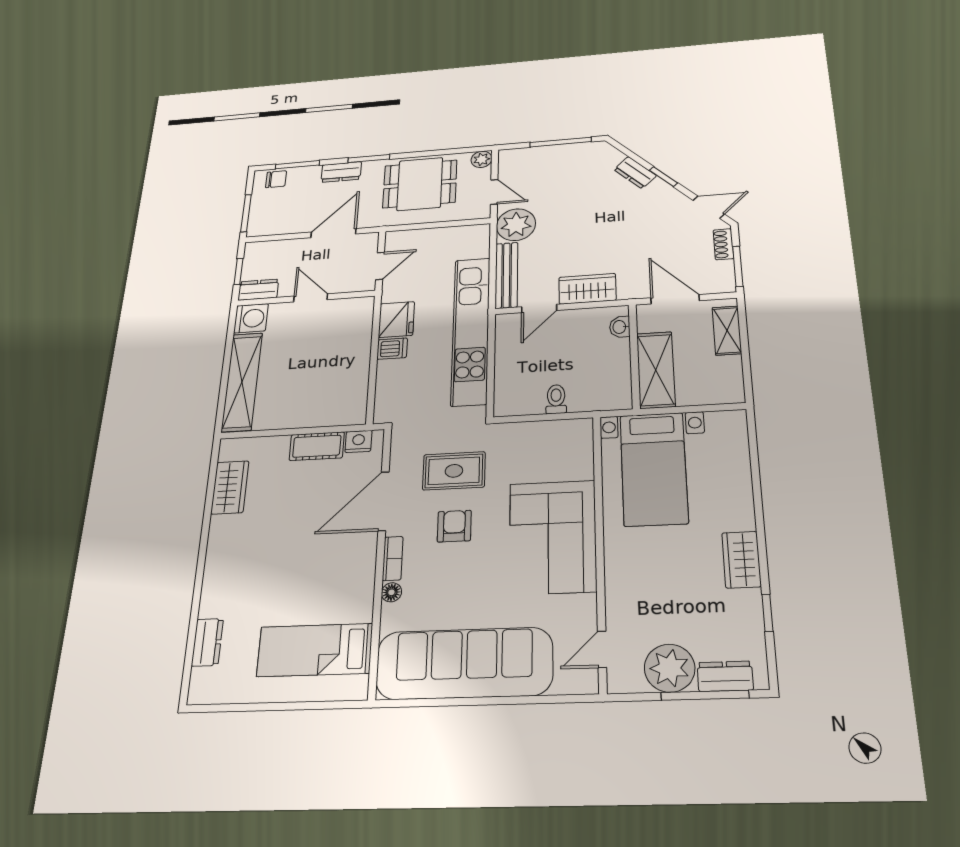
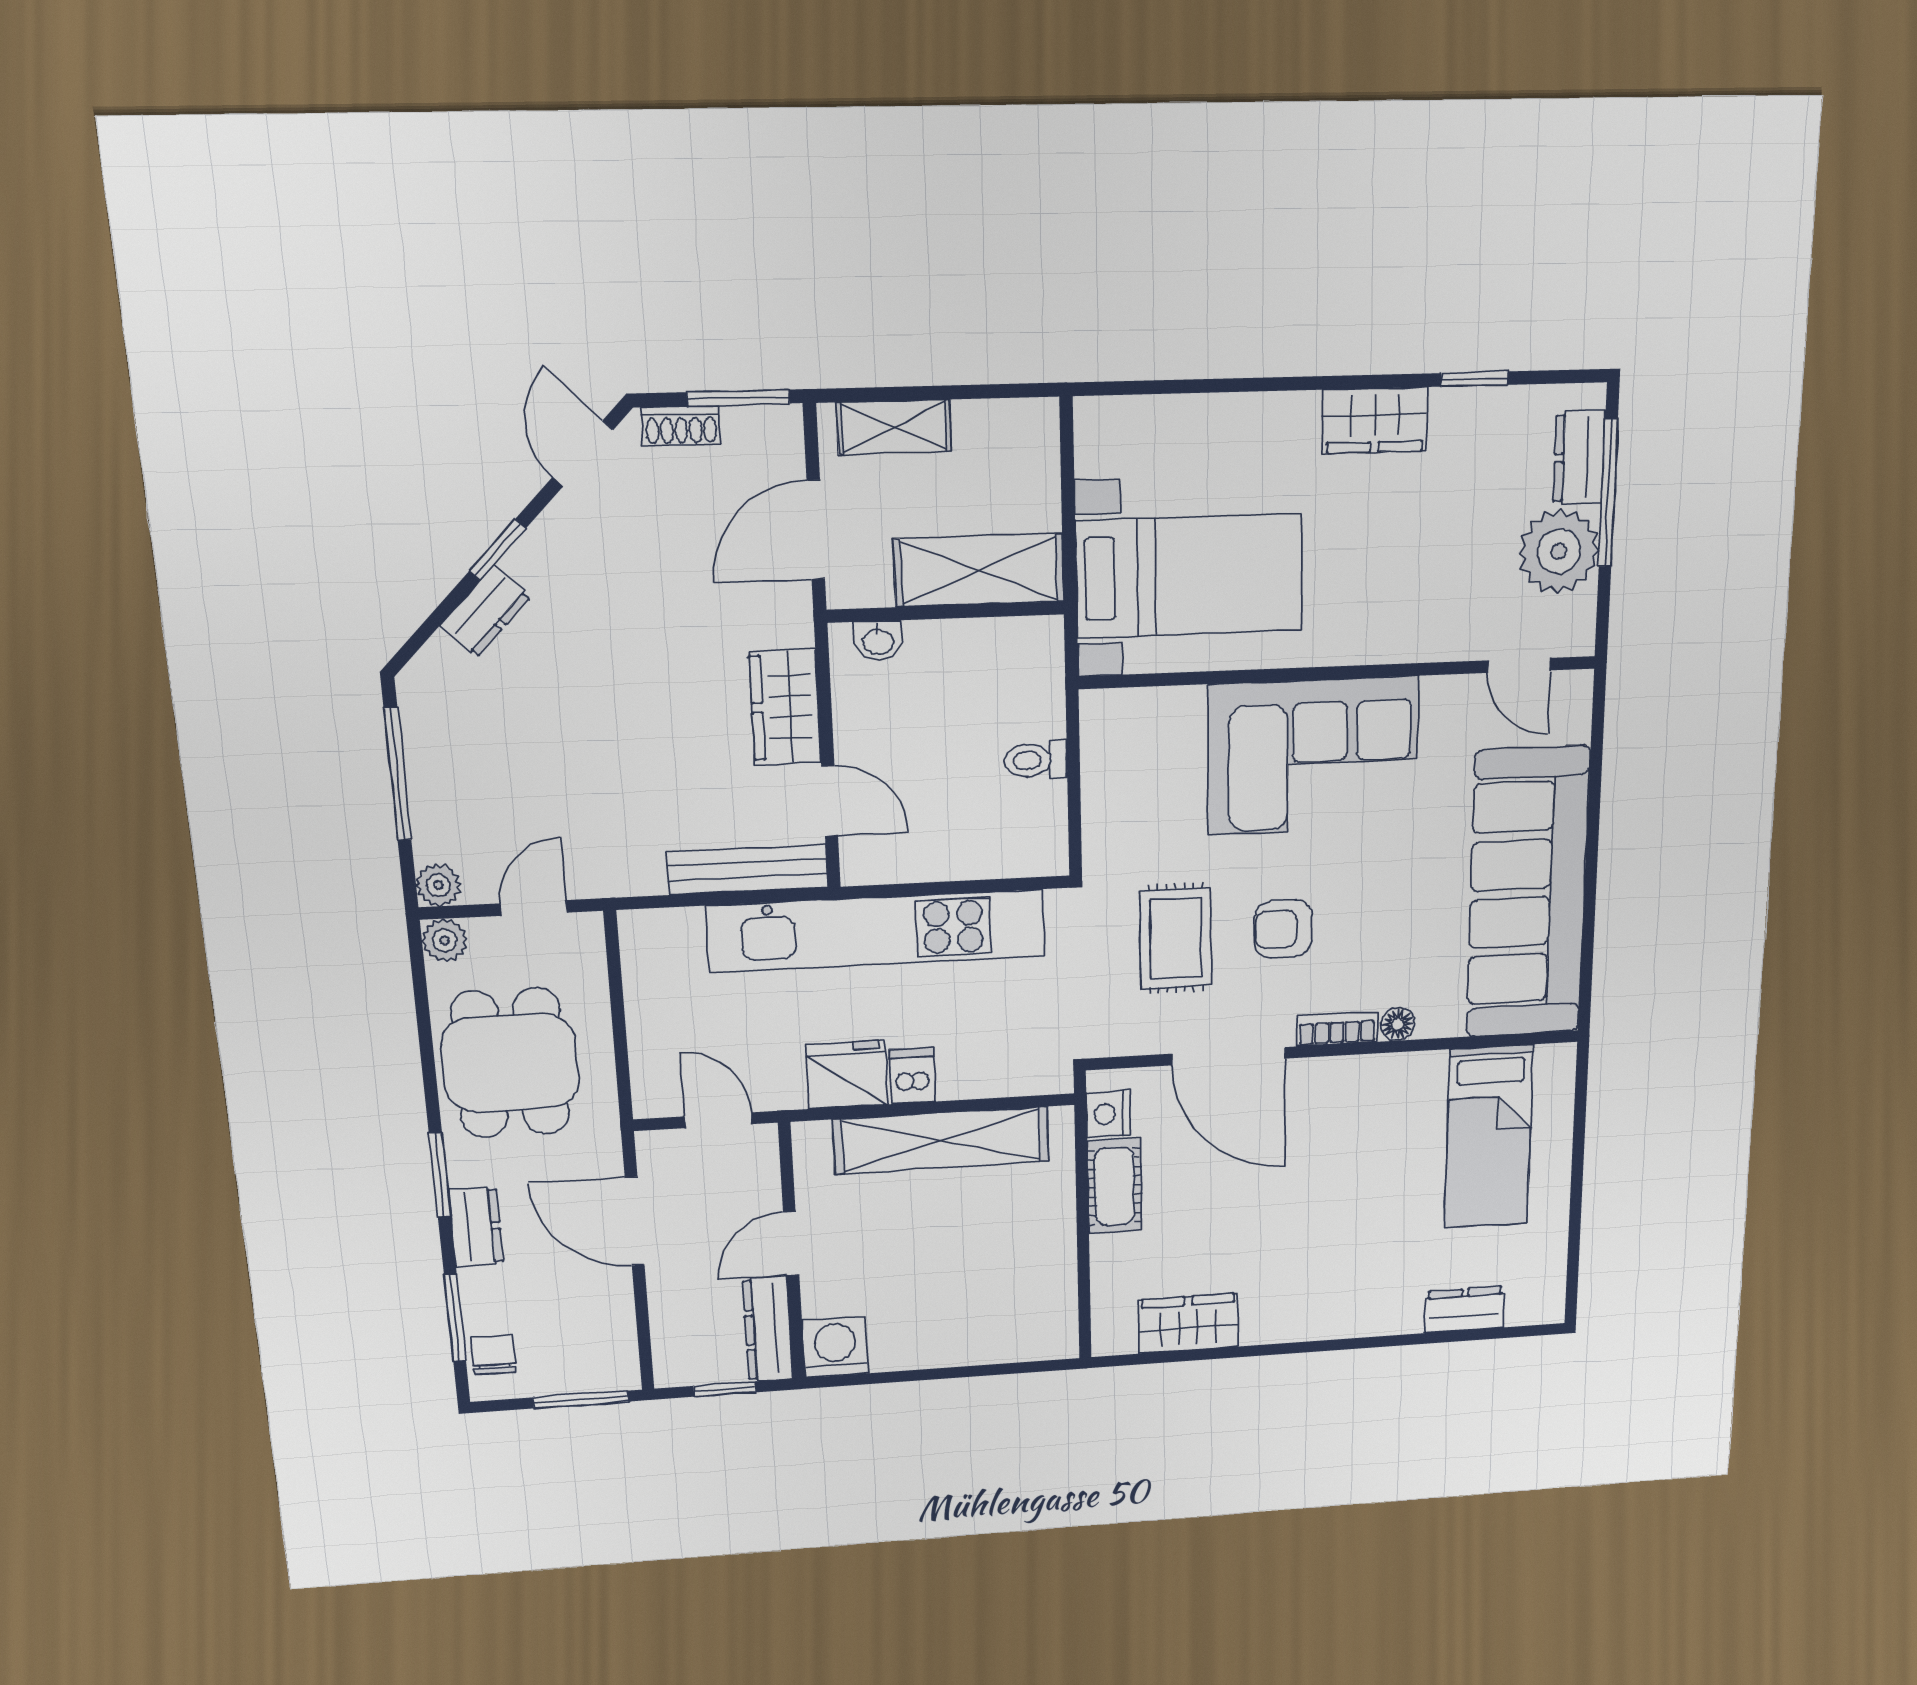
plant: (516, 225) -> (438, 885), moved, width x0.53, depth x0.53
dresser: (258, 290) -> (768, 1329), width x1.44
shelving: (242, 382) -> (941, 1140), moved

